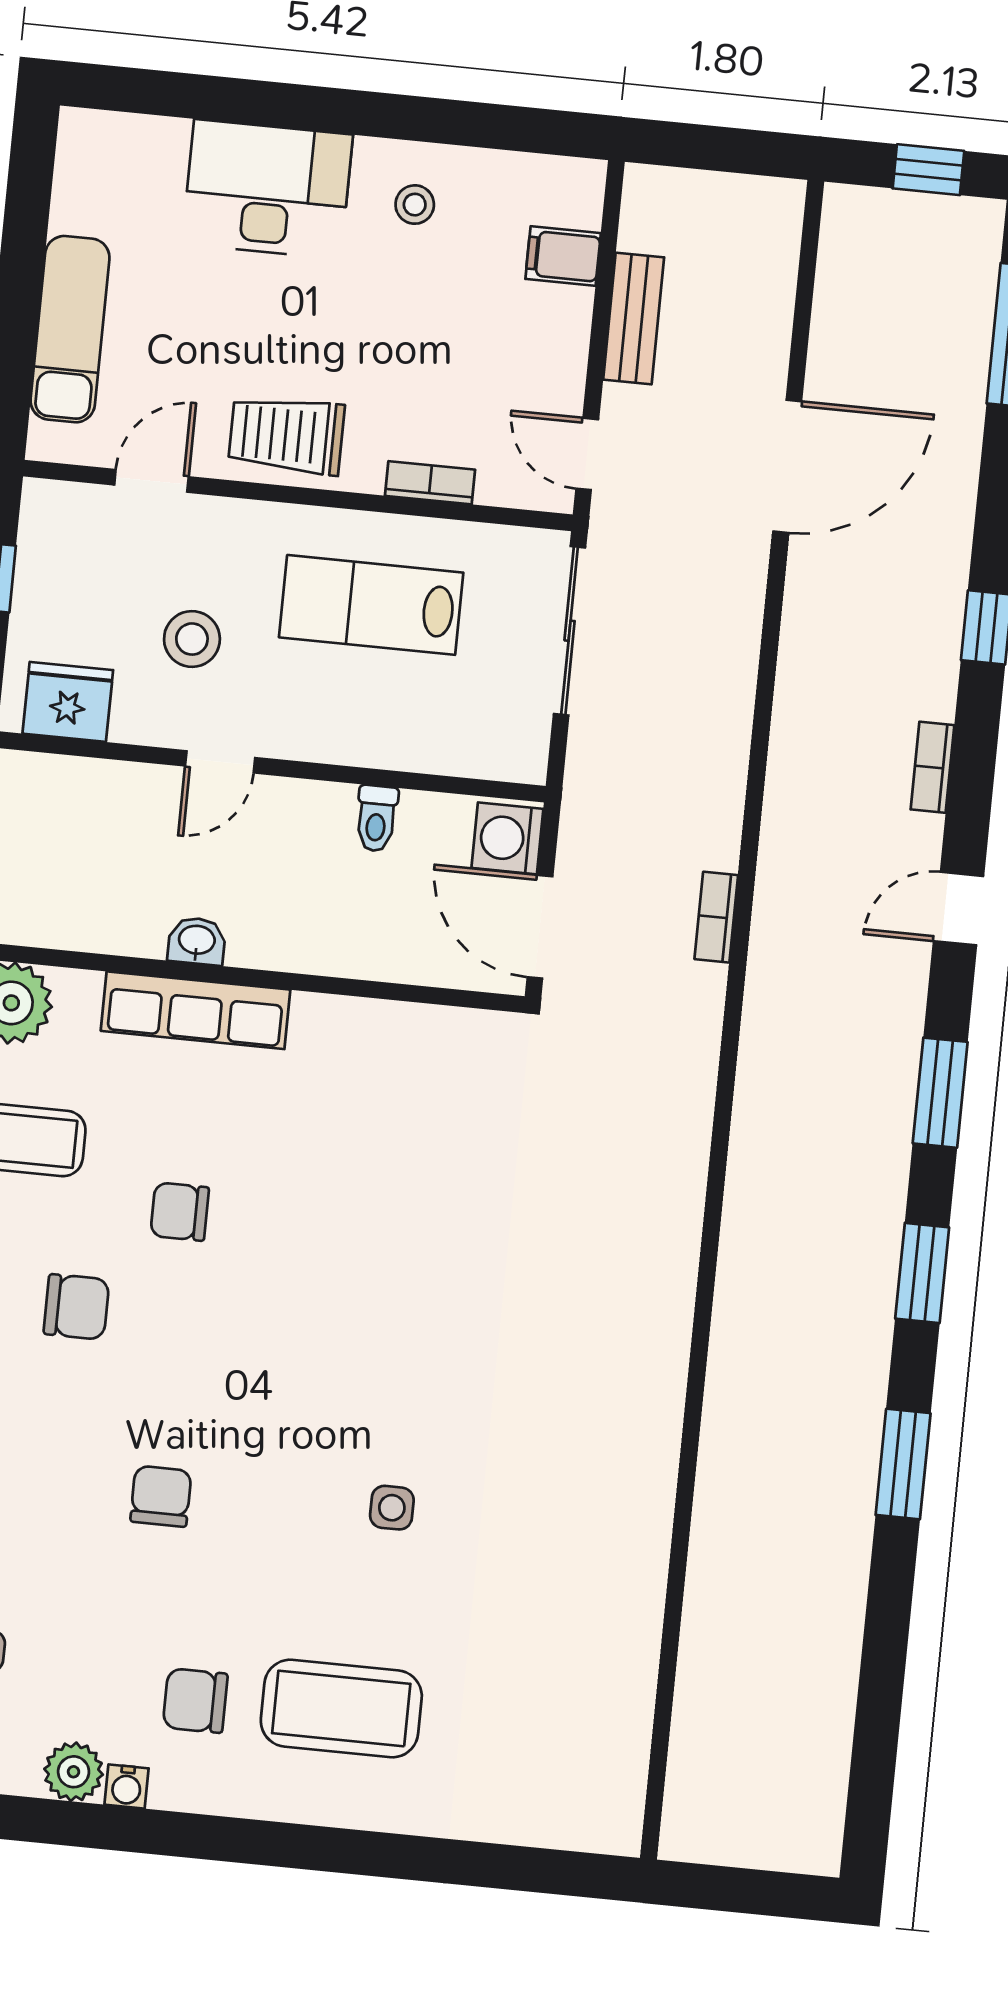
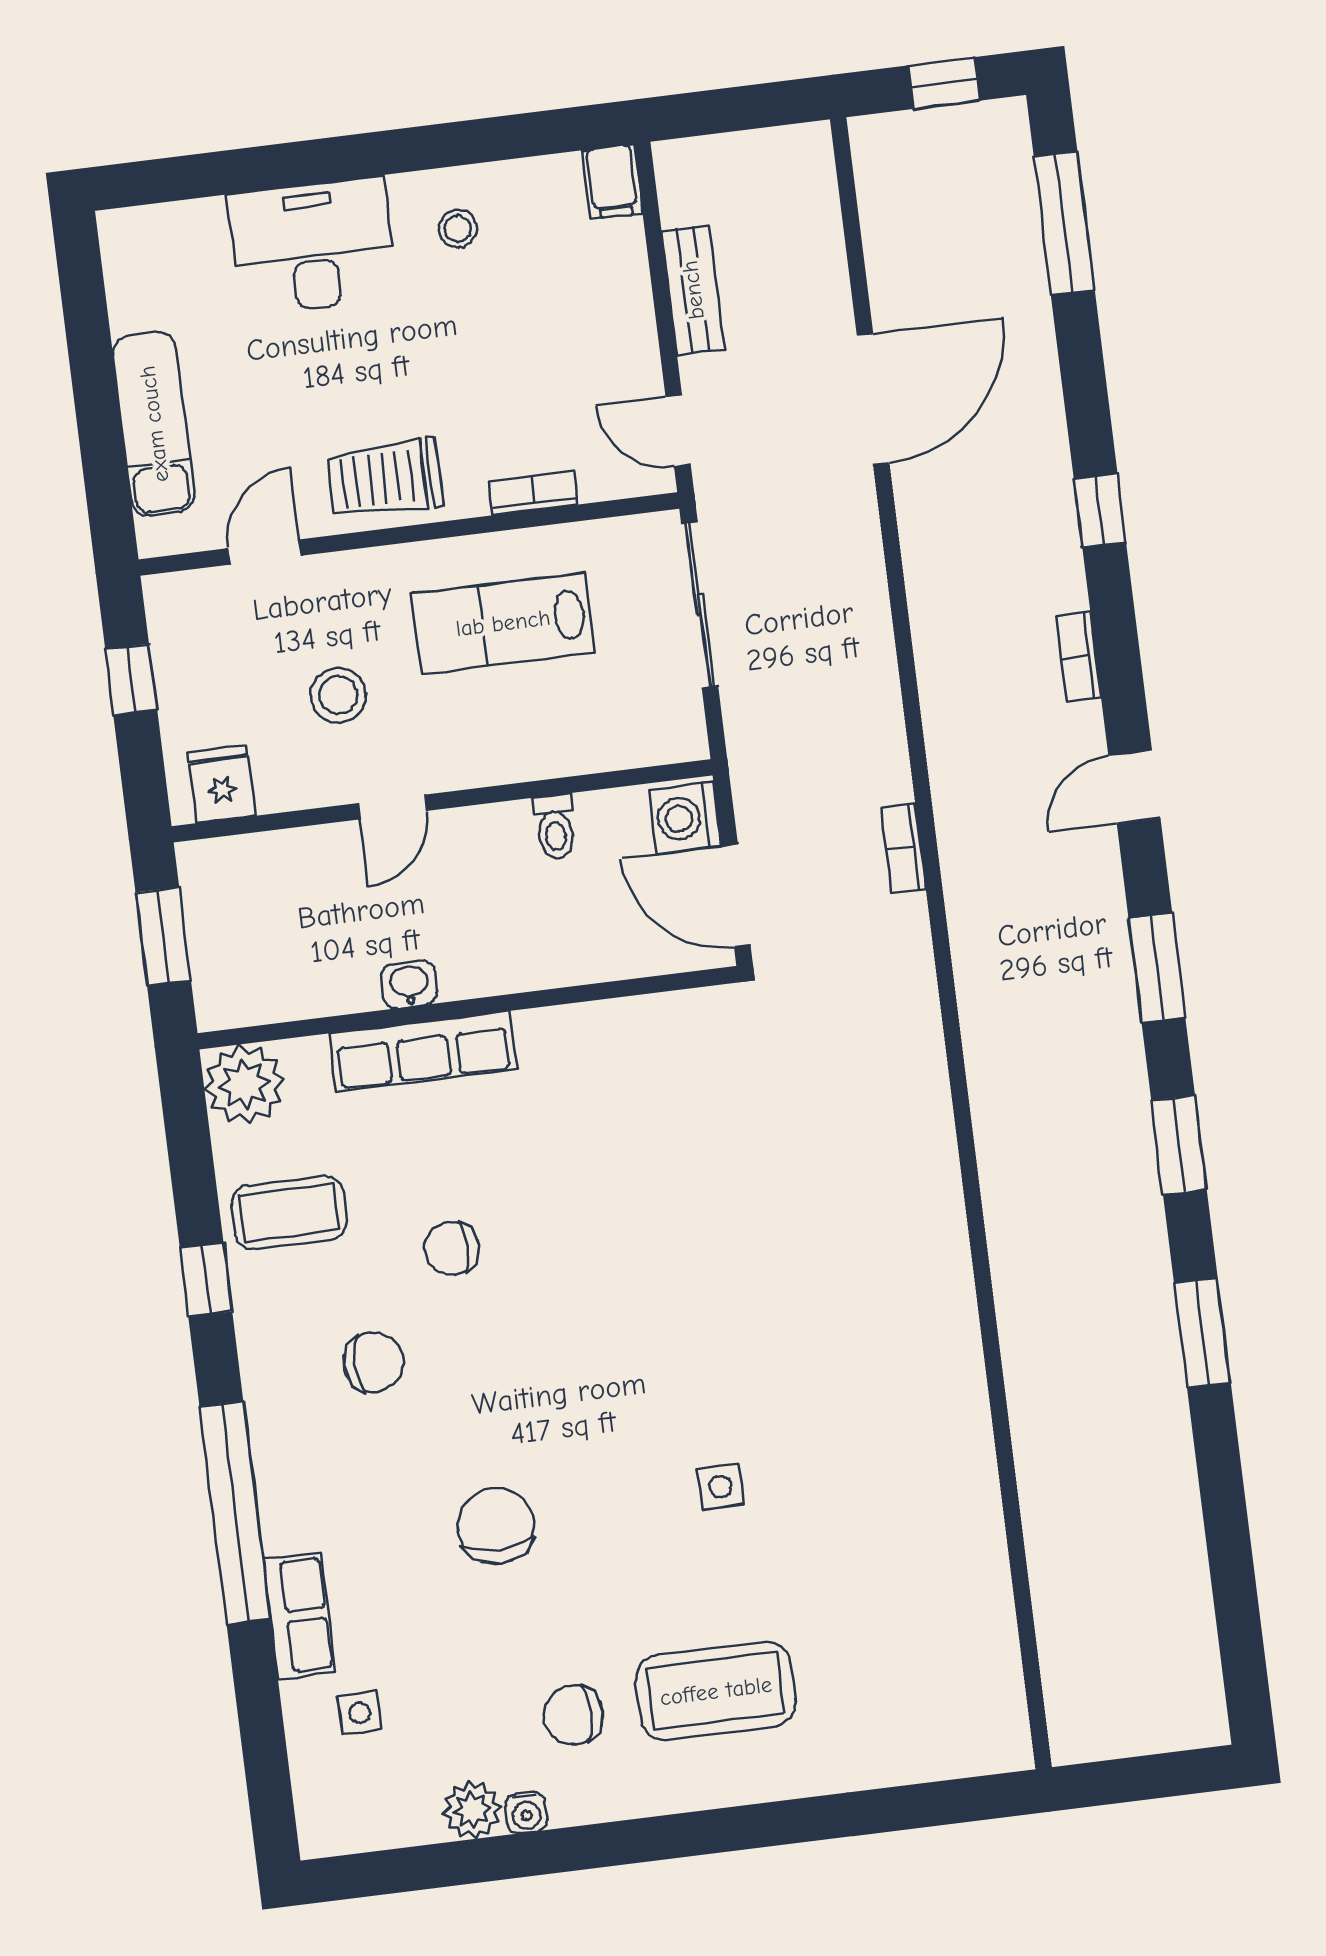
filing cabinet: (563, 256) -> (612, 182), moved, turned -90
fridge: (68, 702) -> (221, 784), width x0.72
chair: (161, 1496) -> (496, 1526), width x1.37, depth x1.37

